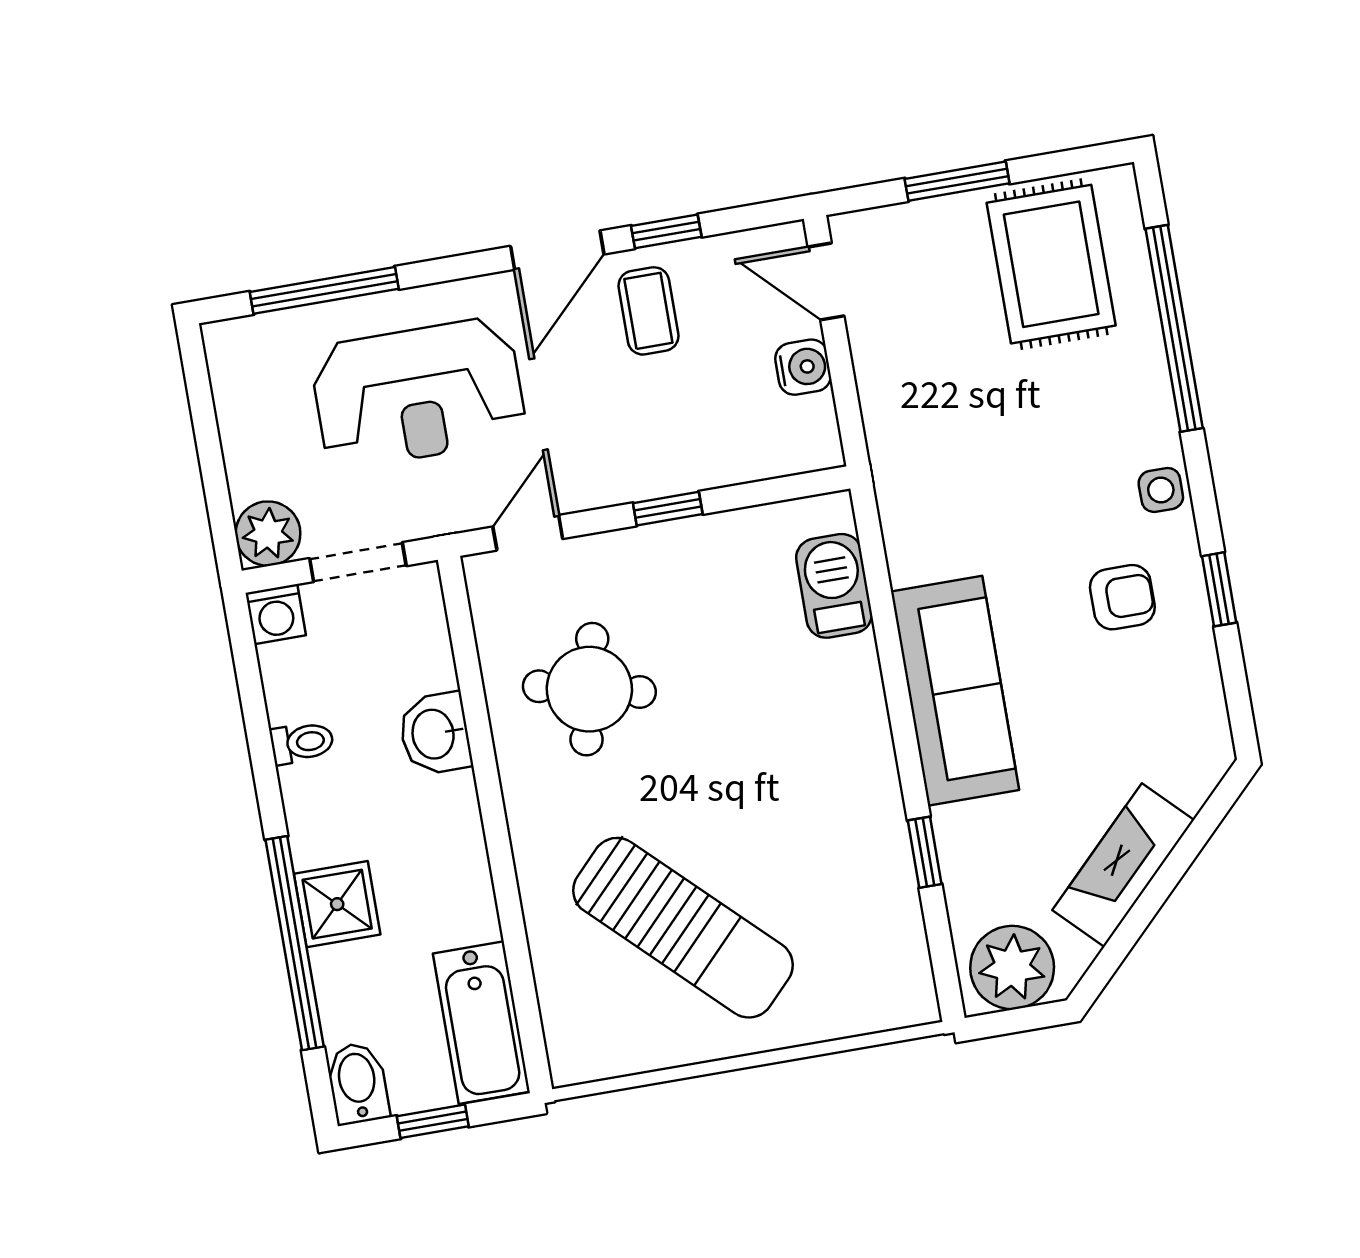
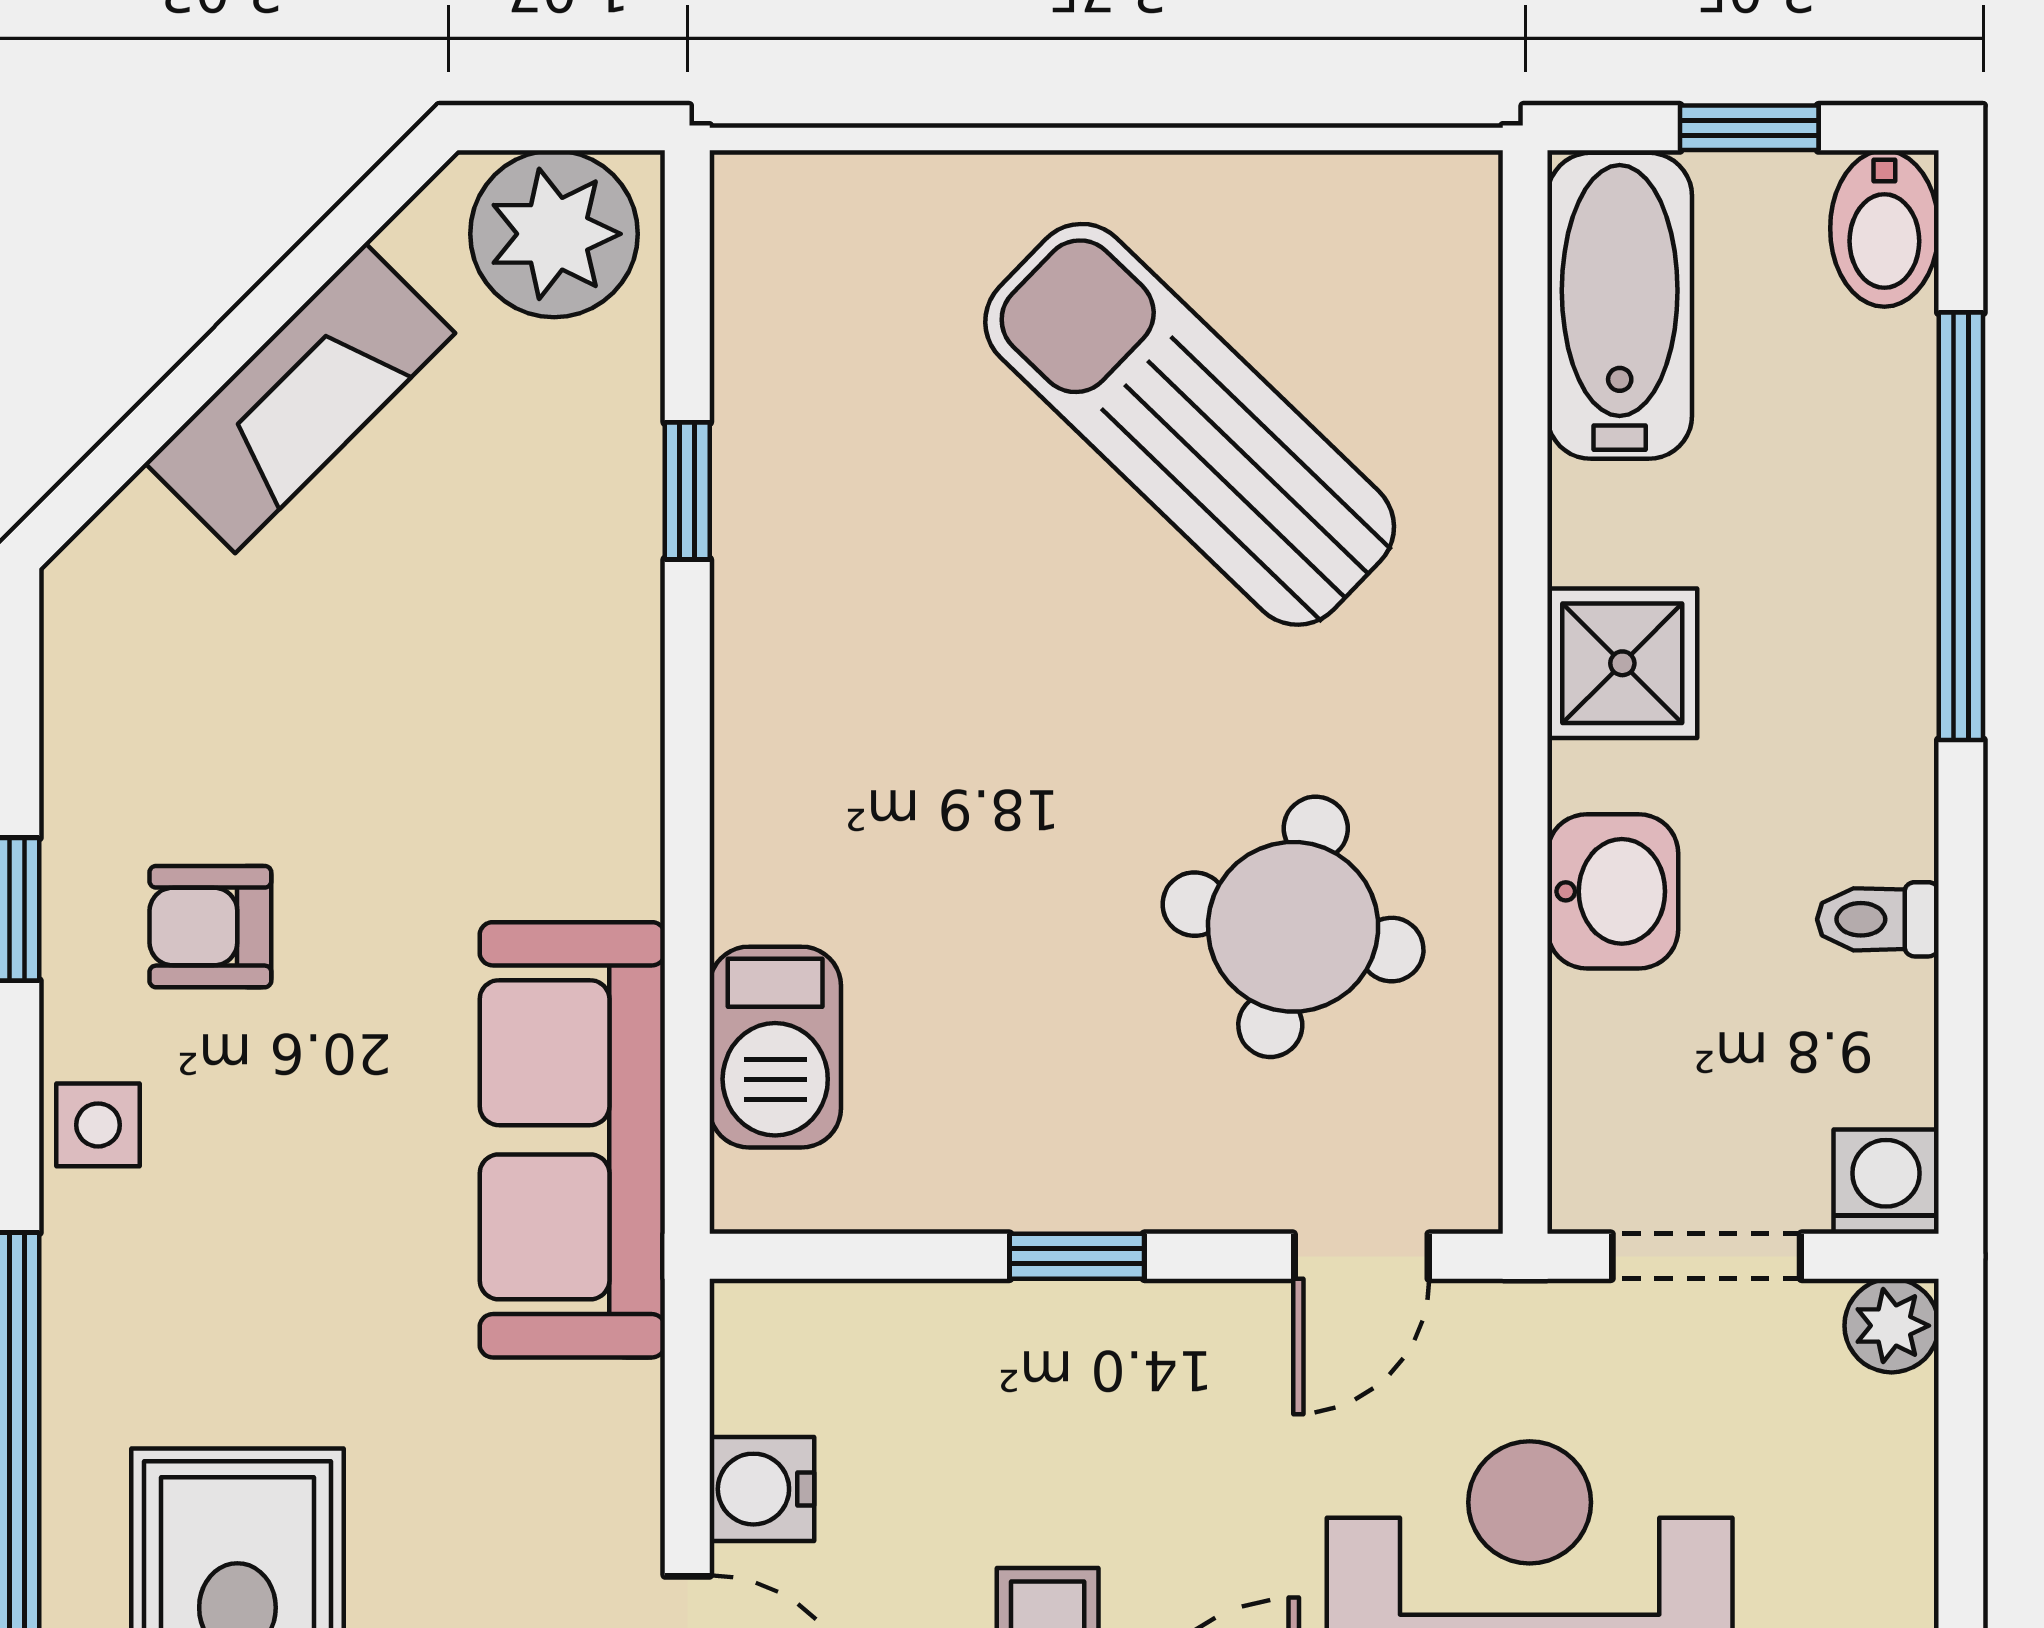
plant: (268, 534) -> (1892, 1326), width x0.73, depth x0.73
sofa: (955, 691) -> (572, 1140), moved
shower: (337, 904) -> (1622, 663), moved

